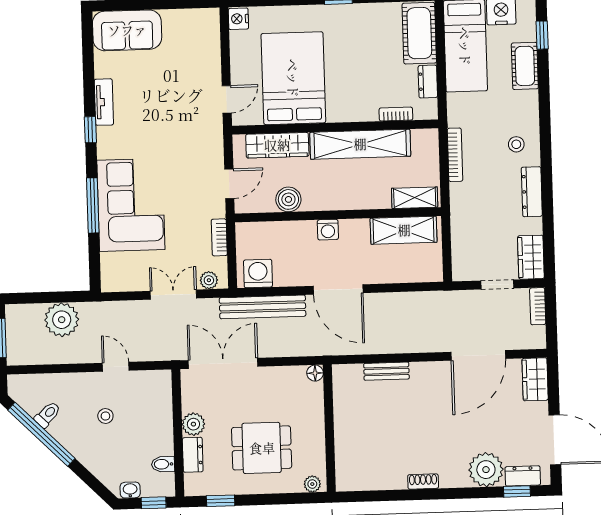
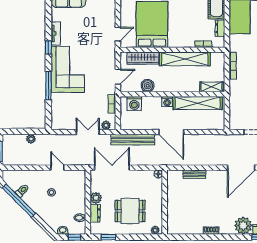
corner sofa: (131, 205) -> (68, 69), moved
shelving: (404, 230) -> (198, 103), width x1.47
washing machine: (258, 274) -> (134, 104), moved, turned 180
plant: (62, 320) -> (31, 139), width x0.53, depth x0.53

